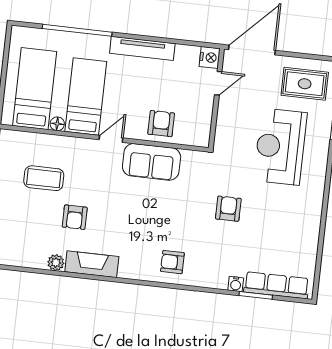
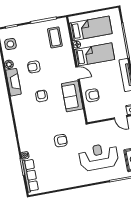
coffee table: (44, 178) -> (55, 37), moved
side table: (18, 248) -> (10, 44), added
armchair: (172, 262) -> (42, 96), moved

